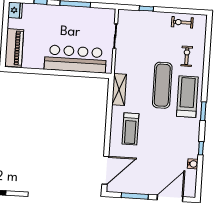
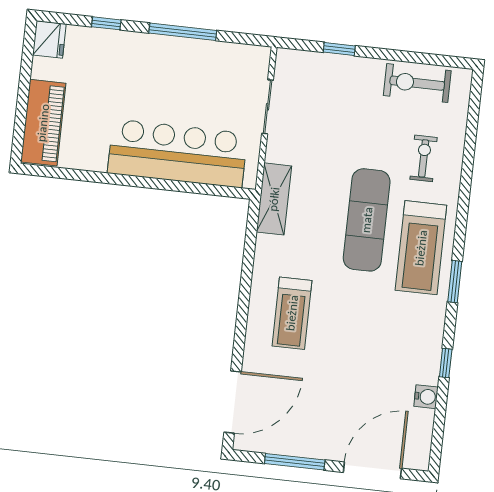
exercise bike: (182, 22) -> (417, 83), width x1.38, depth x1.39
shelving: (119, 90) -> (274, 199), moved
treadmill: (187, 97) -> (421, 248), turned 180

